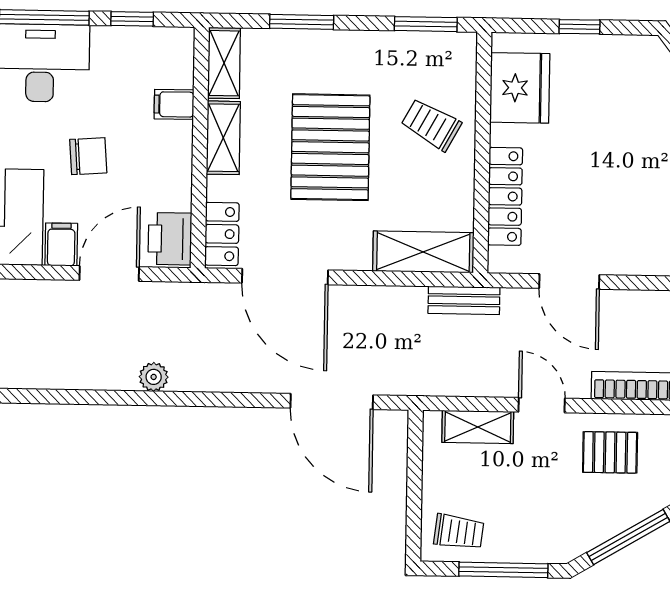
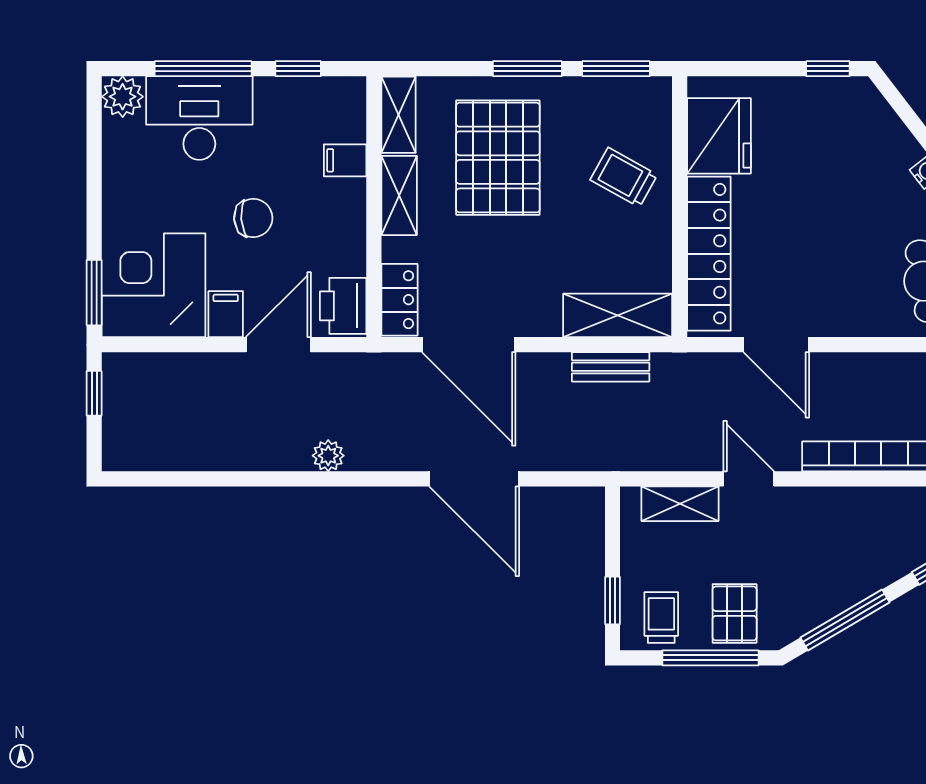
window: (302, 22) -> (527, 69), moved
window: (580, 27) -> (828, 69), moved
pallet: (330, 147) -> (498, 158), moved
locker: (505, 196) -> (709, 254), width x1.41, depth x1.21
bench: (464, 300) -> (611, 367), moved
door: (332, 401) -> (474, 479), moved
pallet: (610, 452) -> (735, 613), moved, turned 90
window: (414, 515) -> (612, 601), added
trolley: (459, 532) -> (661, 618), turned -97

